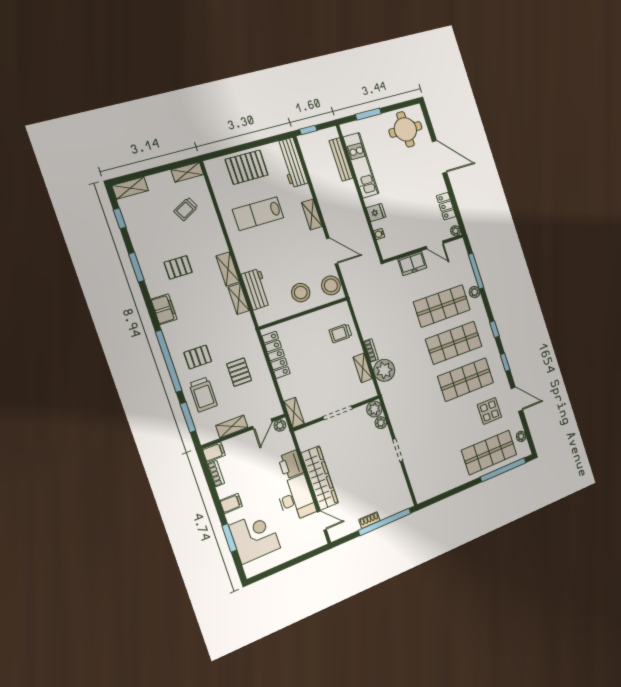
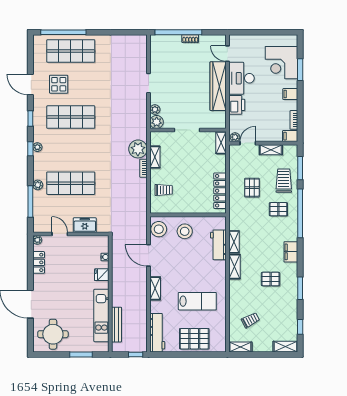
shop shelf: (454, 343) -> (71, 150), removed
plant: (521, 436) -> (37, 147), moved

